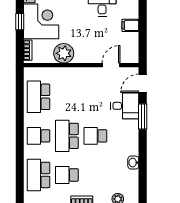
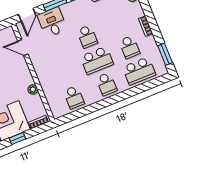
plant: (64, 53) -> (33, 89), width x0.53, depth x0.53
door: (143, 83) -> (27, 15), hinge flipped
school desk: (39, 97) -> (74, 97), width x0.54

